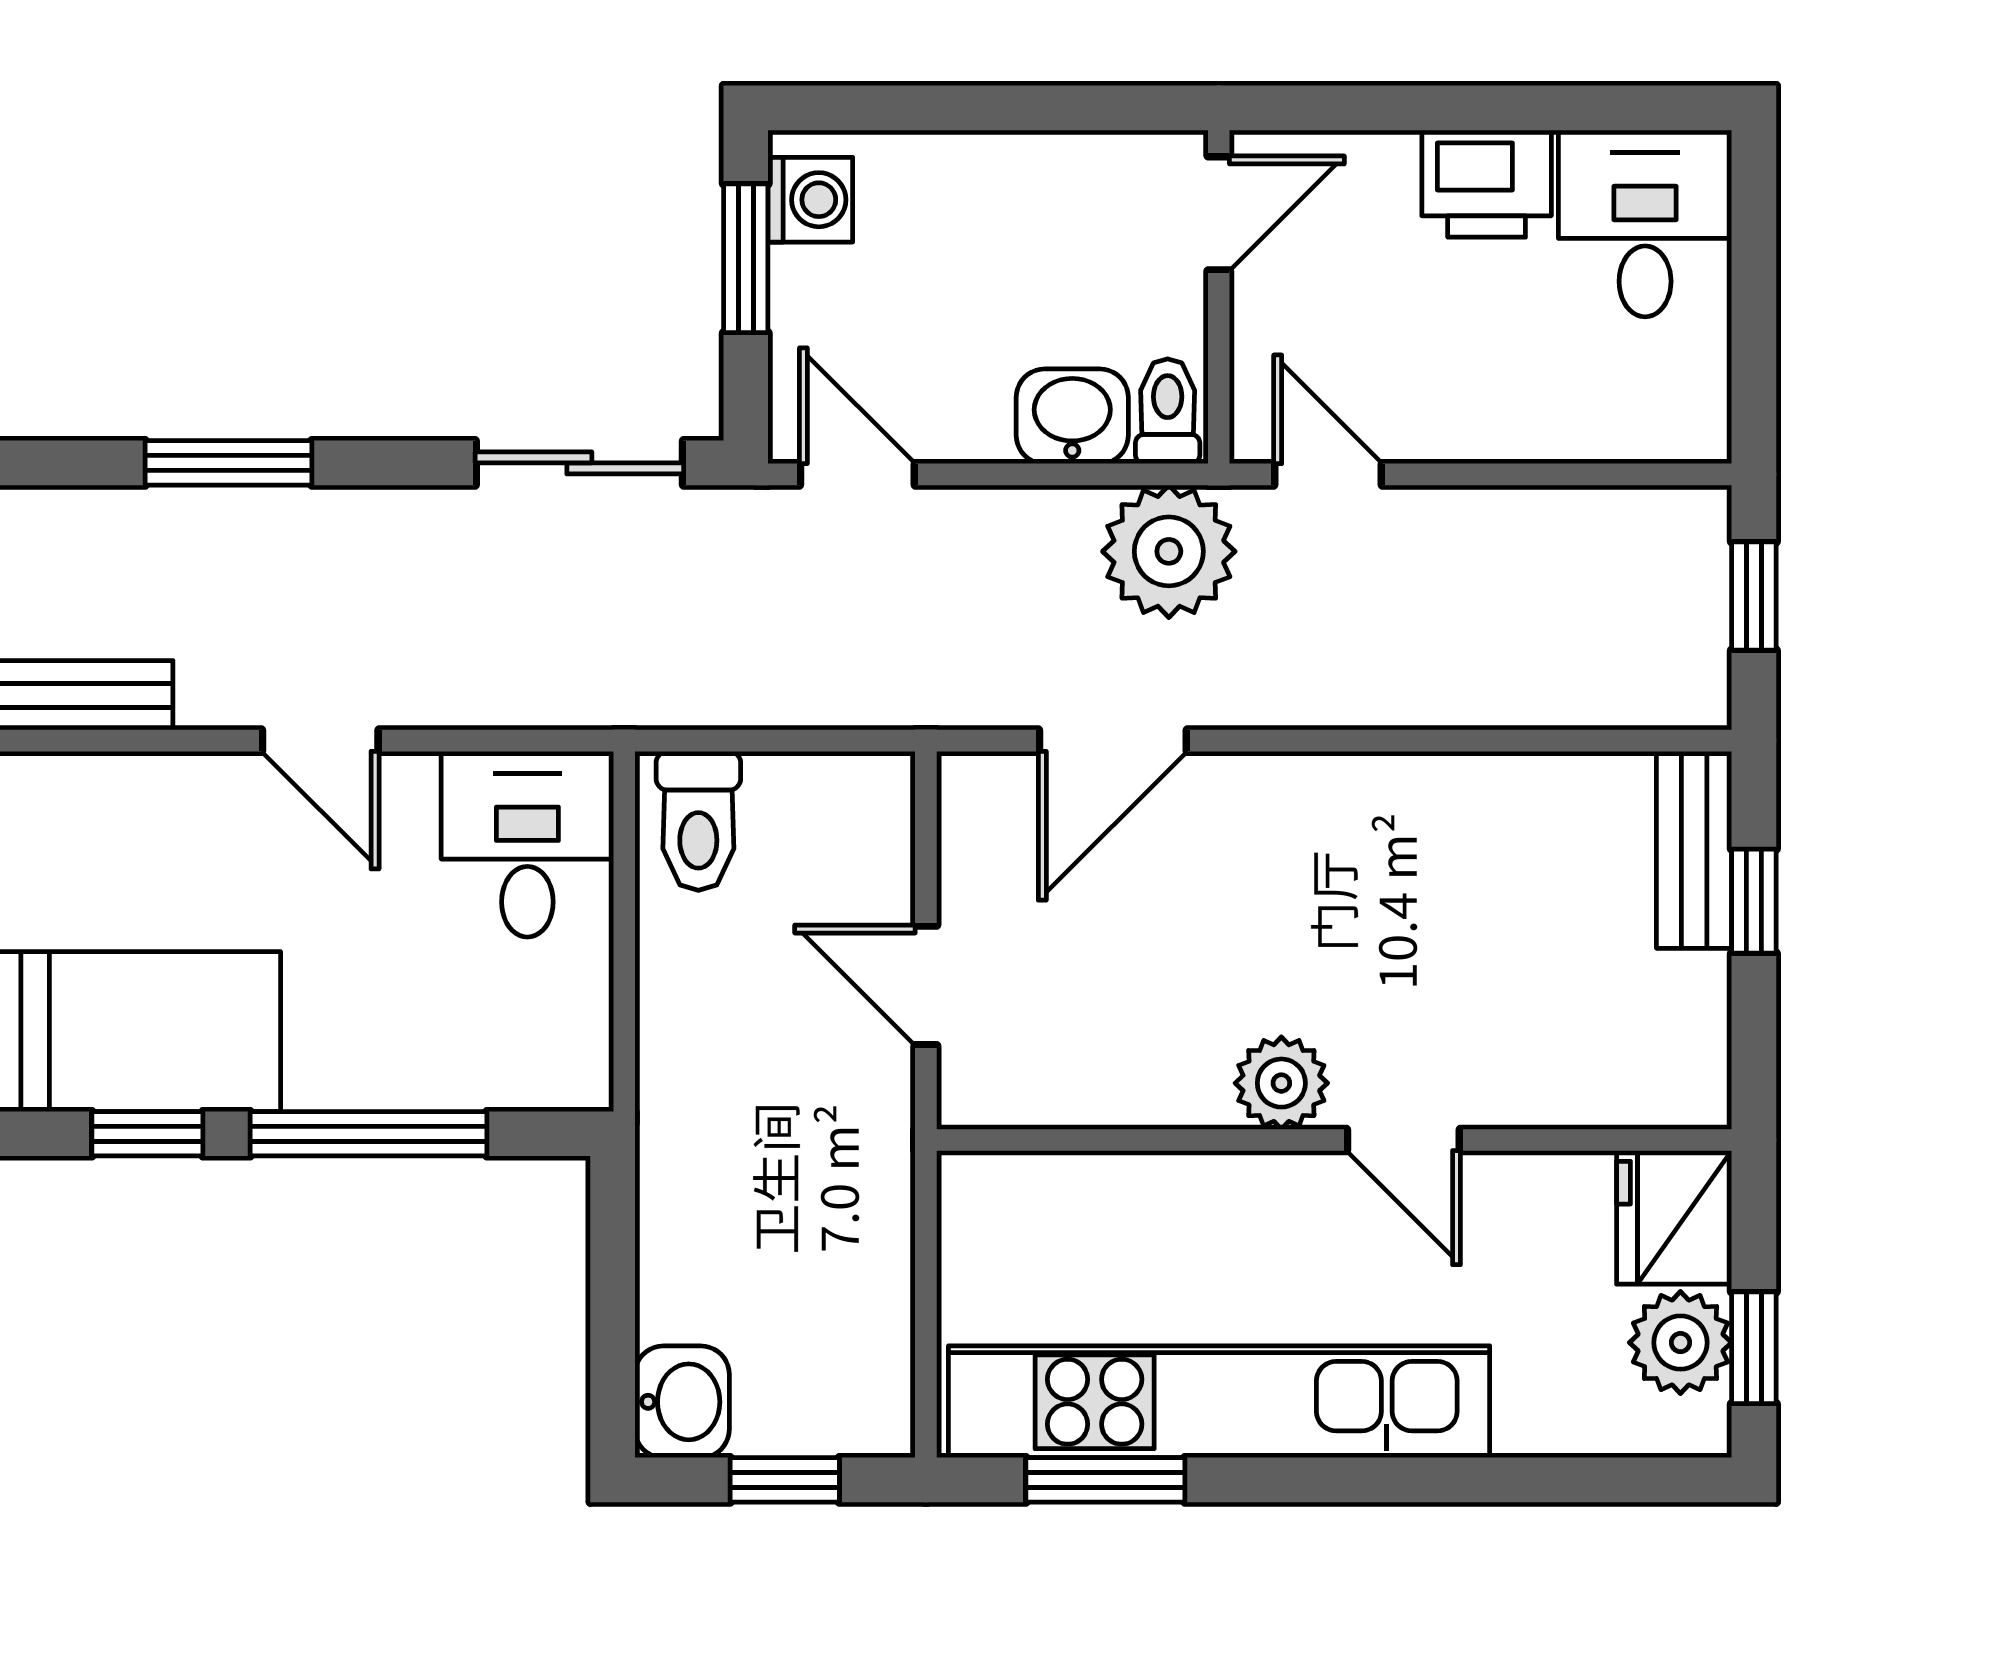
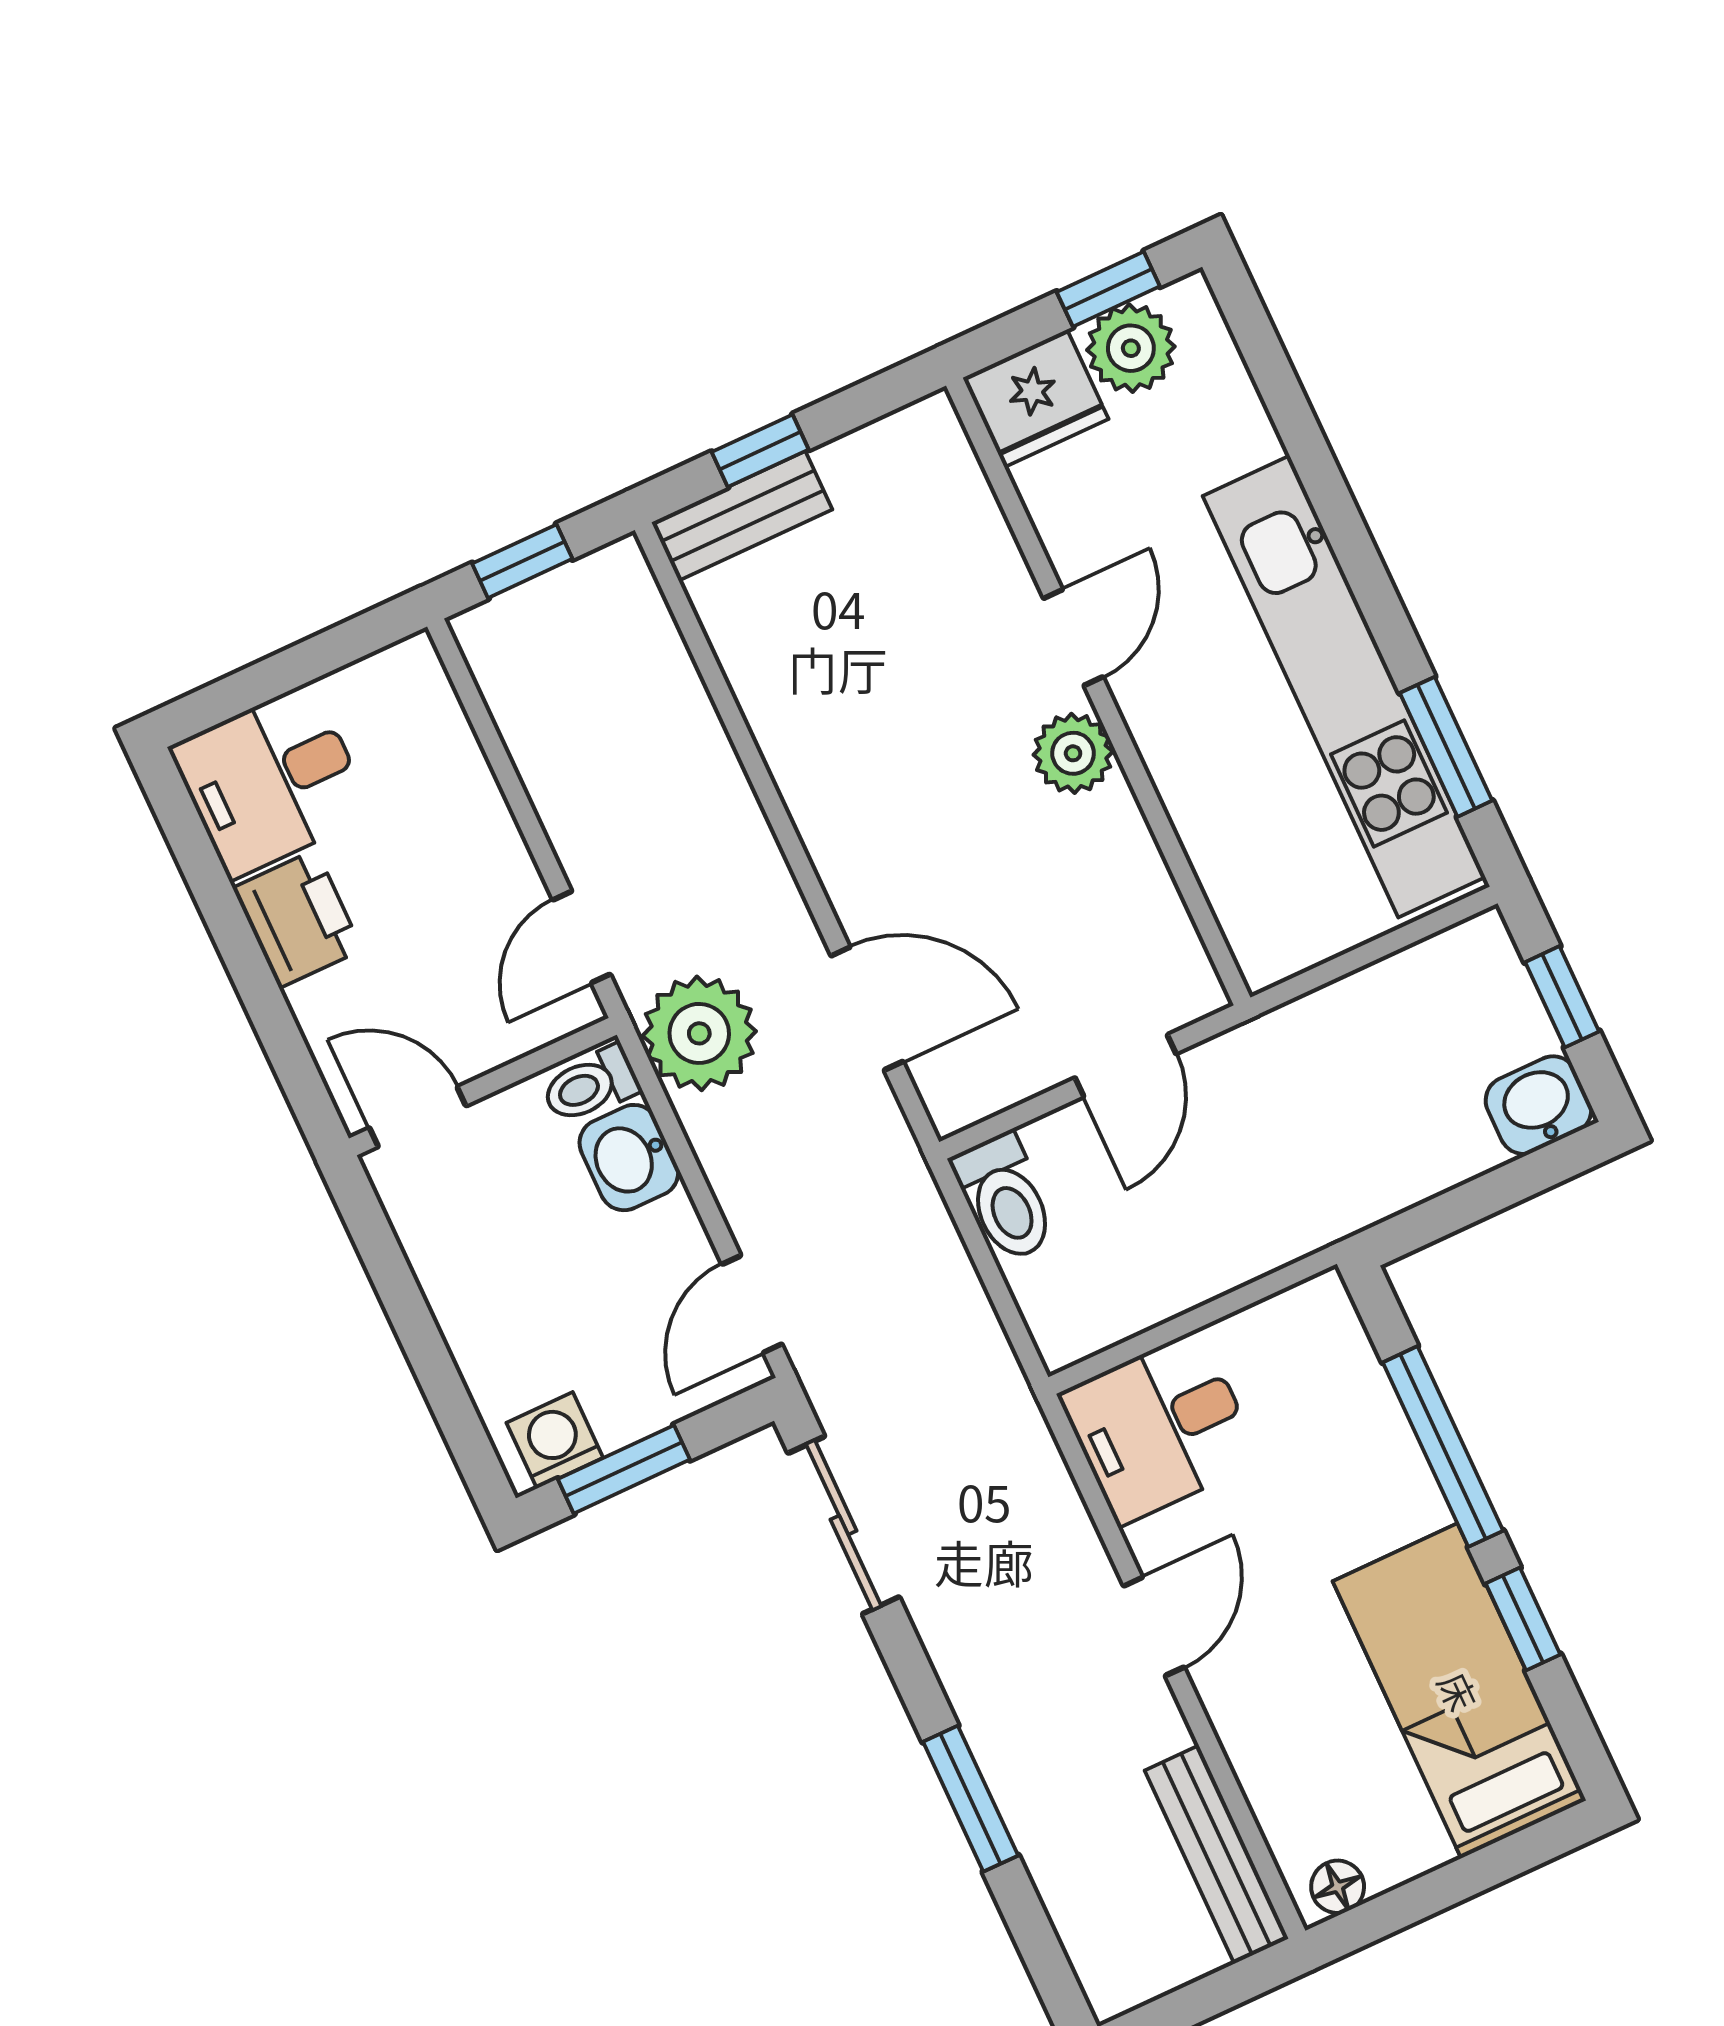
toilet: (698, 821) -> (1005, 1198), moved, turned 90

